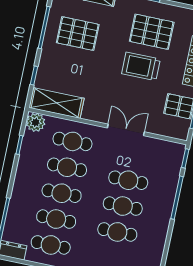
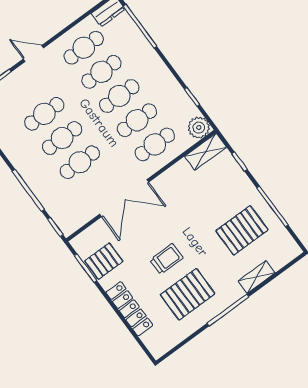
trolley: (141, 66) -> (166, 259), width x0.73, depth x0.72
shelving: (56, 103) -> (206, 152), width x0.67, depth x0.75
double door: (126, 130) -> (124, 198), width x1.37

